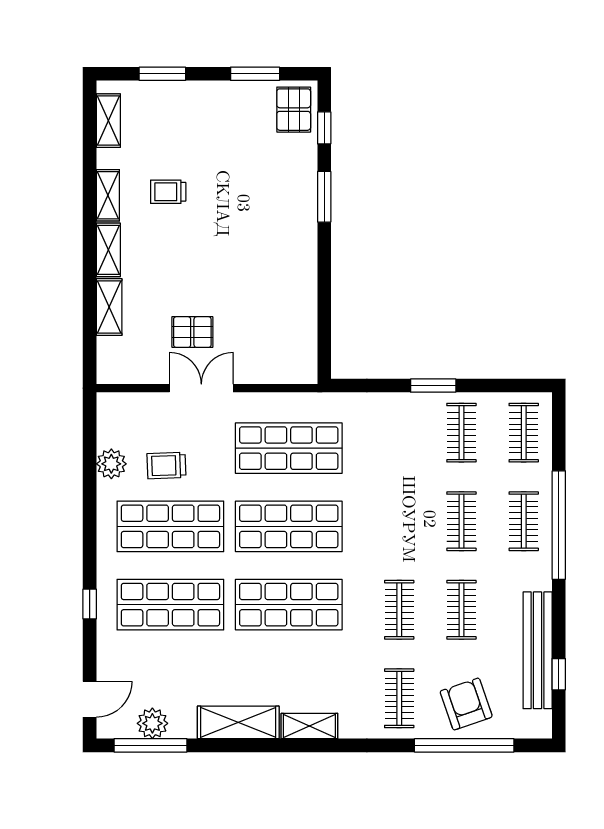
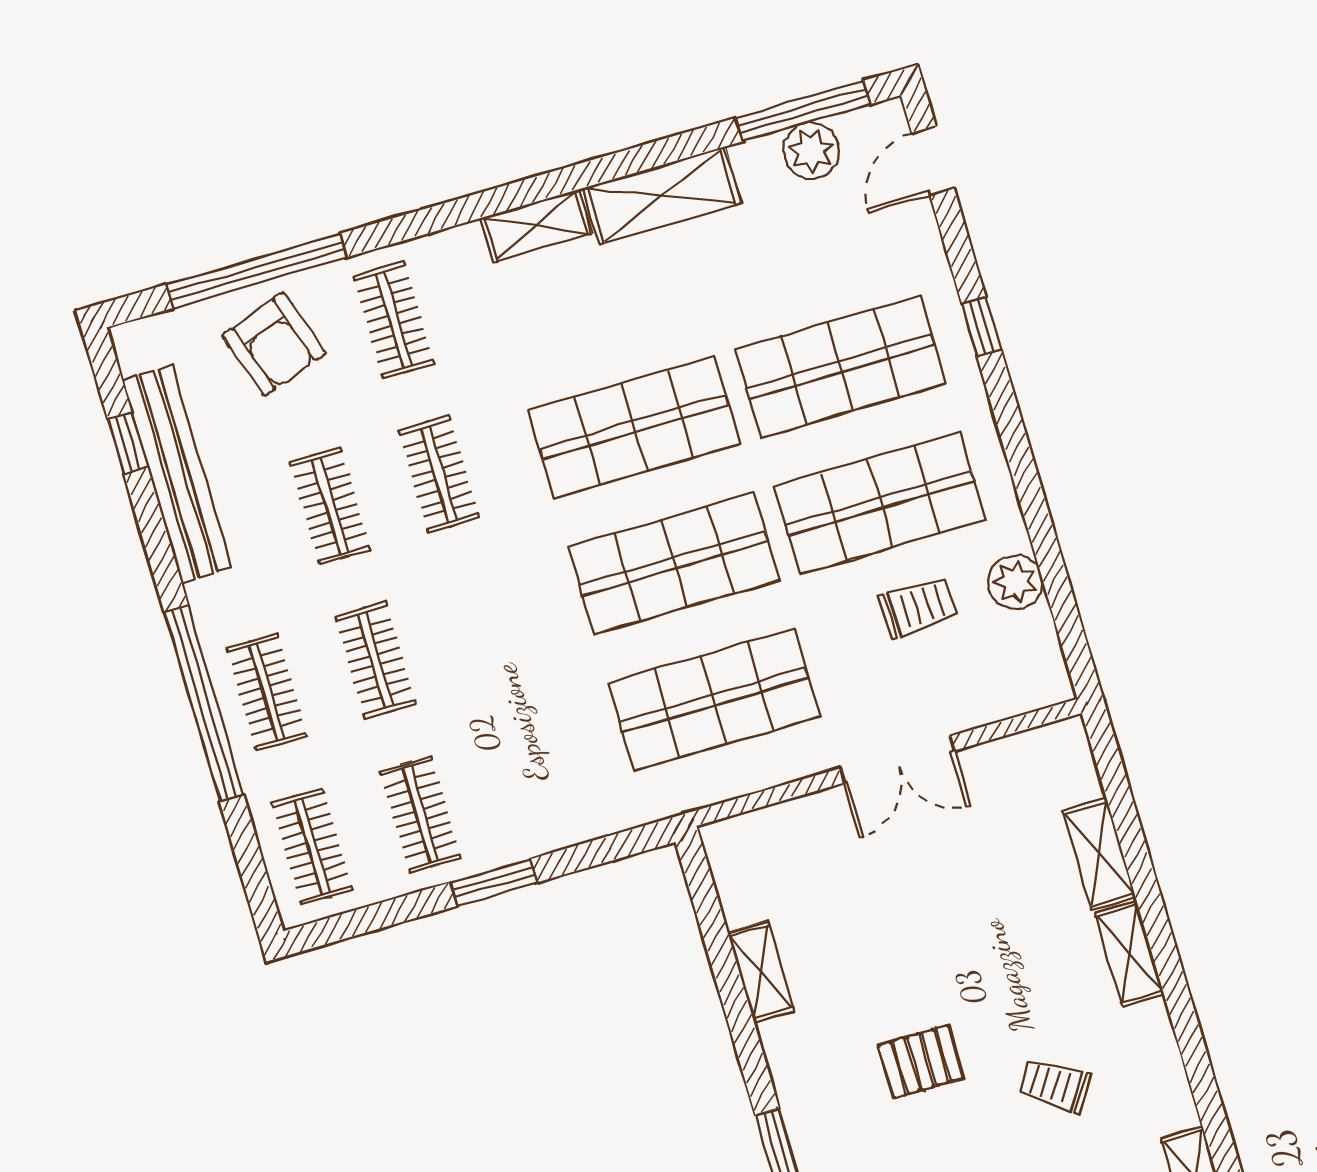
trolley: (168, 192) -> (1055, 1085), turned -147
shelving: (108, 195) -> (761, 972), moved
pallet: (192, 332) -> (921, 1062), moved

